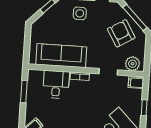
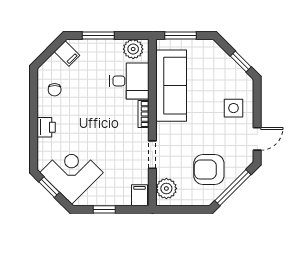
armchair: (121, 33) -> (209, 170), turned -149
window: (27, 47) -> (180, 36), added
plant: (34, 80) -> (133, 49), added
window: (24, 92) -> (98, 36), moved

